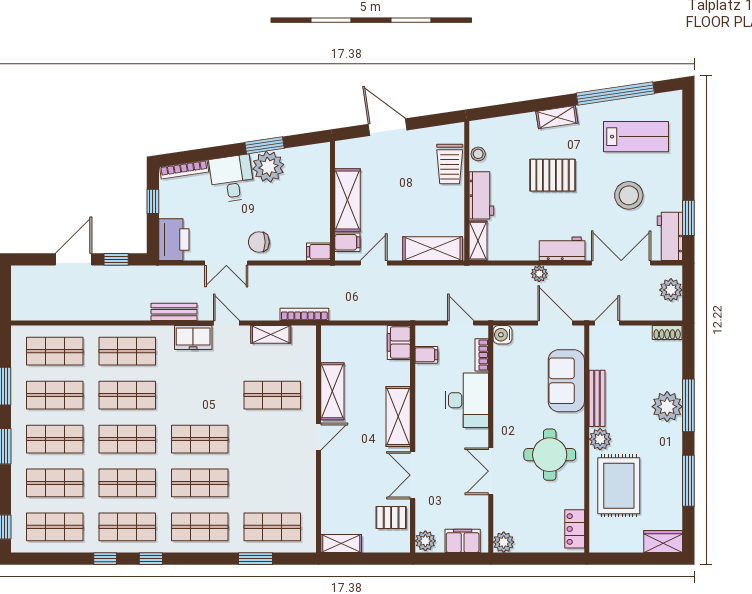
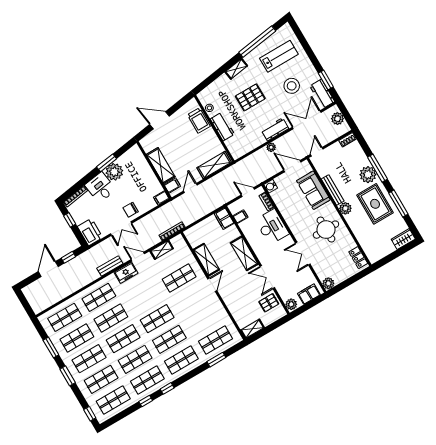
shelving: (478, 241) -> (233, 149), removed
rug: (619, 486) -> (375, 204), moved

